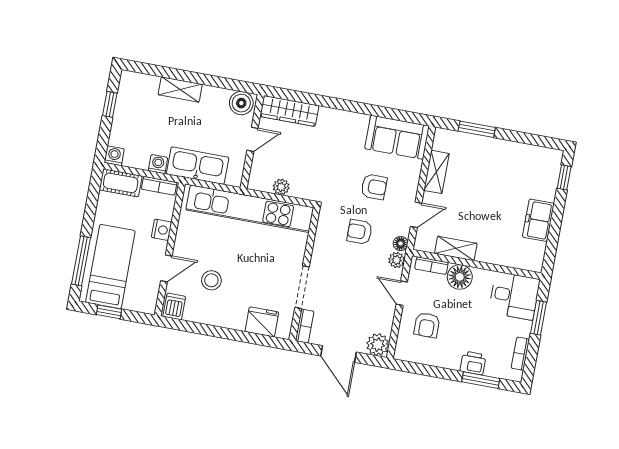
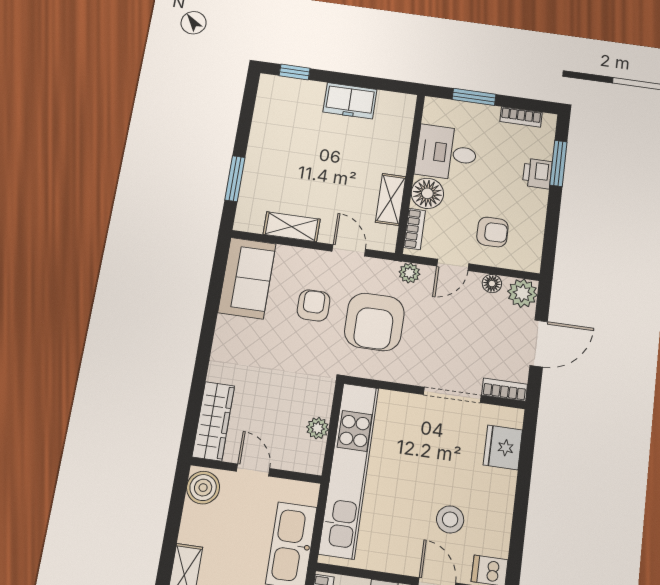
armchair: (360, 232) -> (374, 322), width x1.88, depth x1.88
floor lamp: (401, 243) -> (492, 284), moved
desk: (514, 296) -> (446, 153), moved, turned -90

